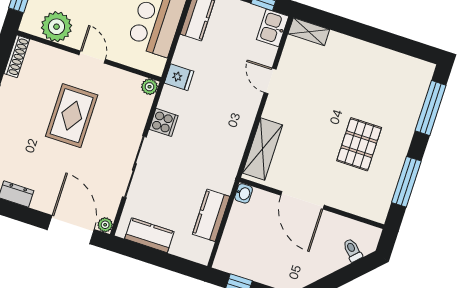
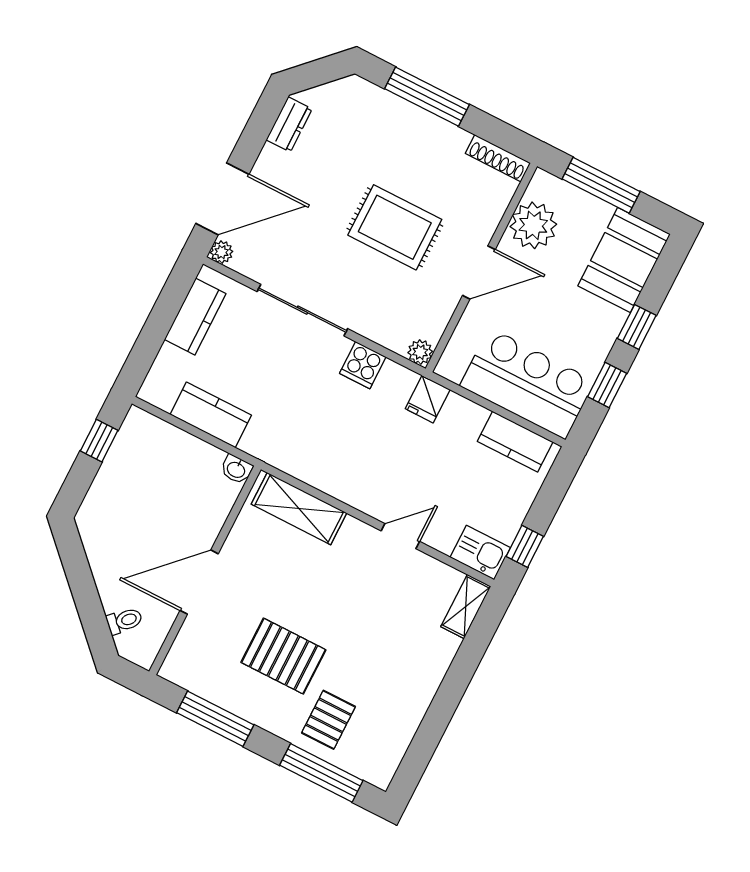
door: (92, 57) -> (479, 272), width x1.38
pallet: (396, 109) -> (329, 720), added
door: (302, 200) -> (199, 582), moved

